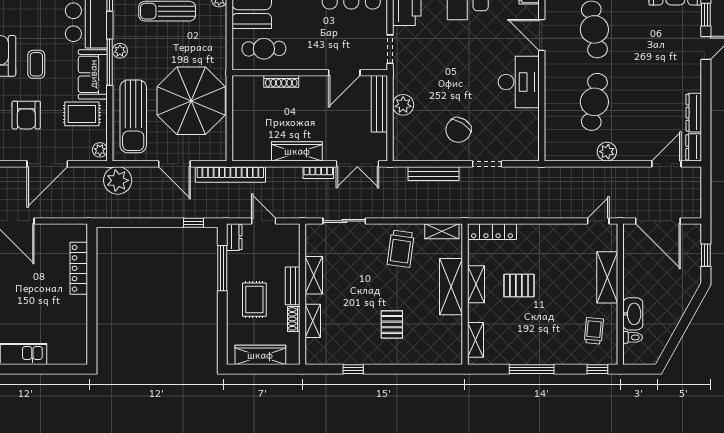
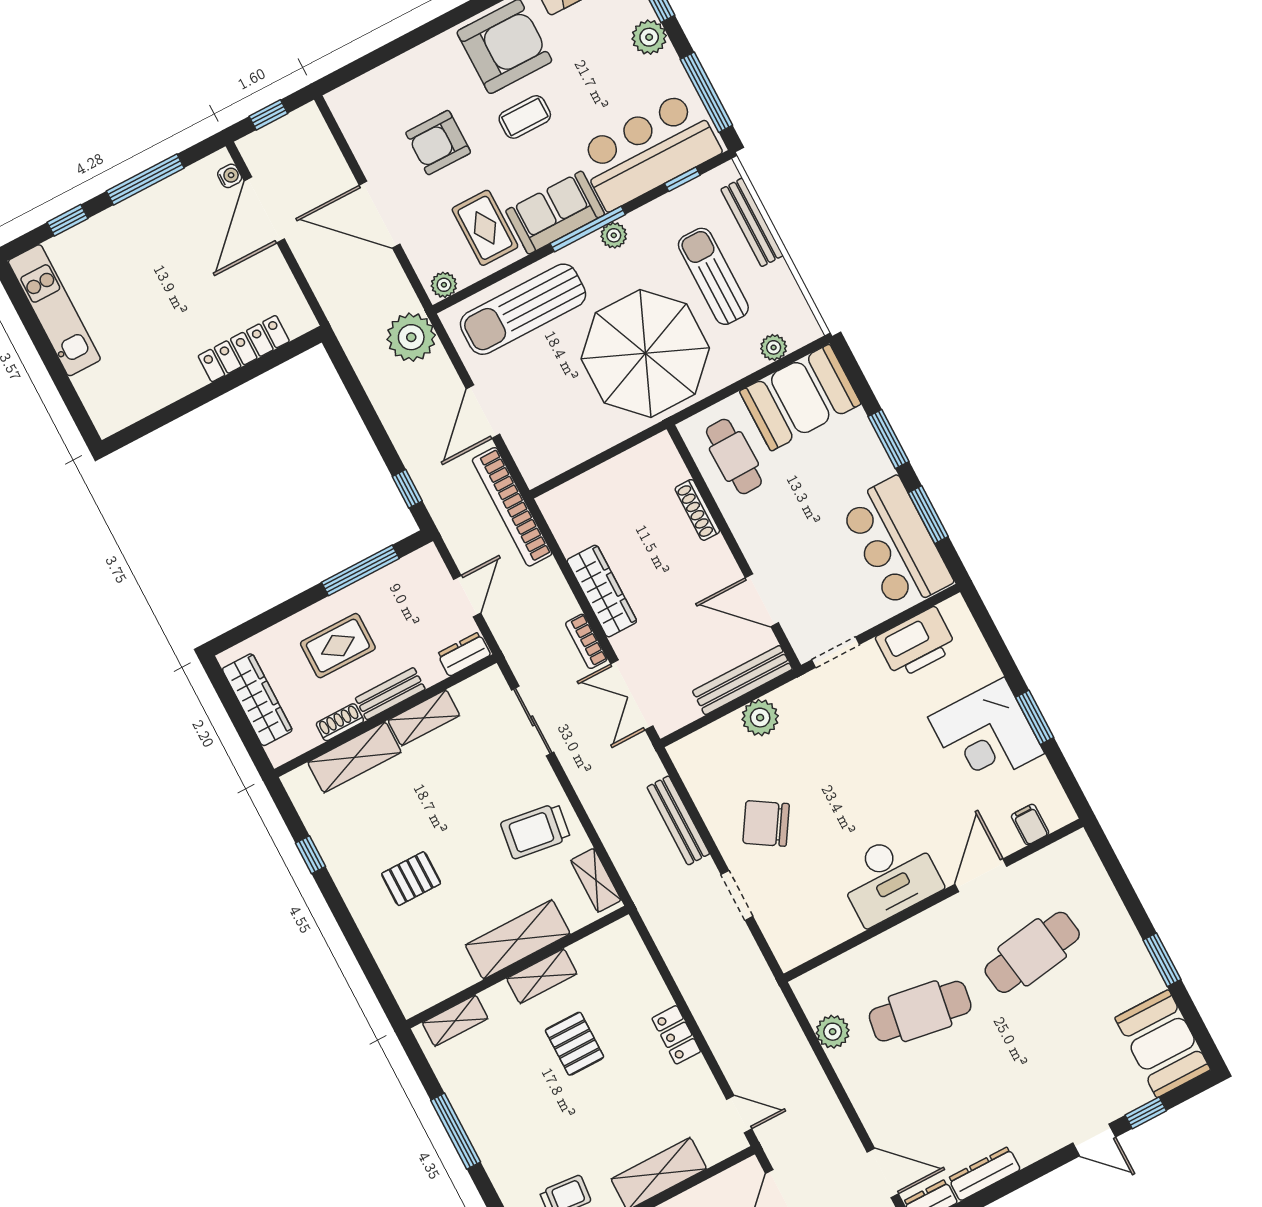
parasol: (191, 101) -> (645, 353), moved
plant: (607, 152) -> (833, 1032), moved
locker: (492, 232) -> (676, 1035), moved, width x0.66
dresser: (234, 237) -> (464, 654), moved, turned 180
shelving: (313, 321) -> (354, 757), width x1.50, depth x1.33

